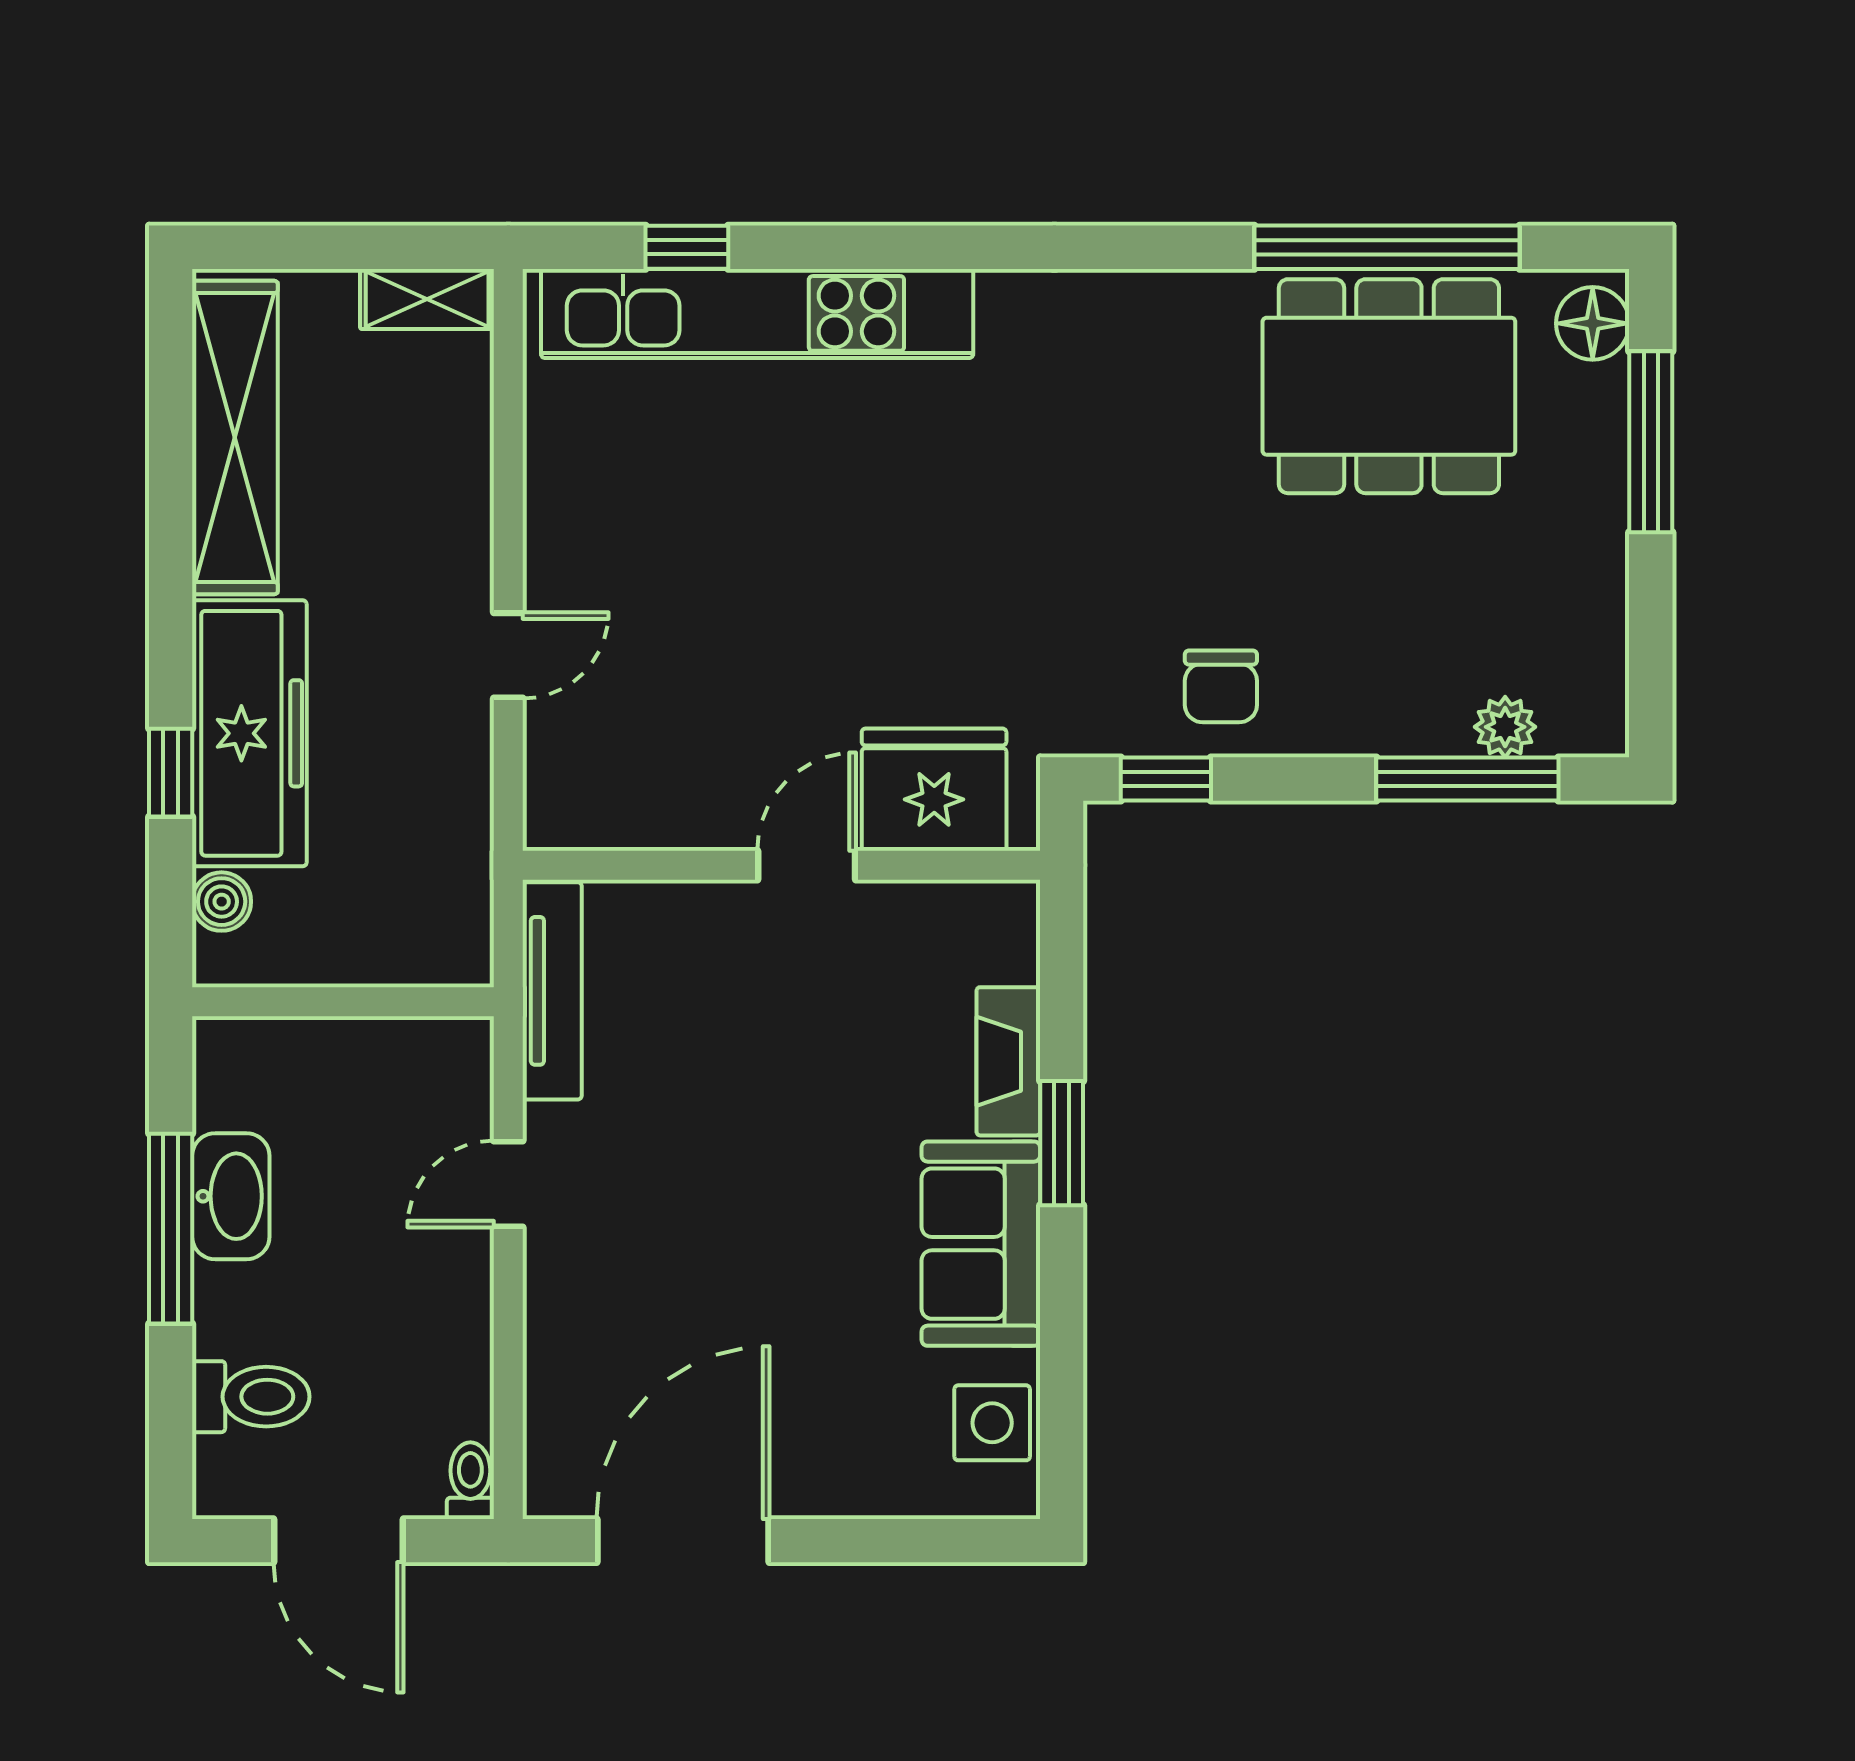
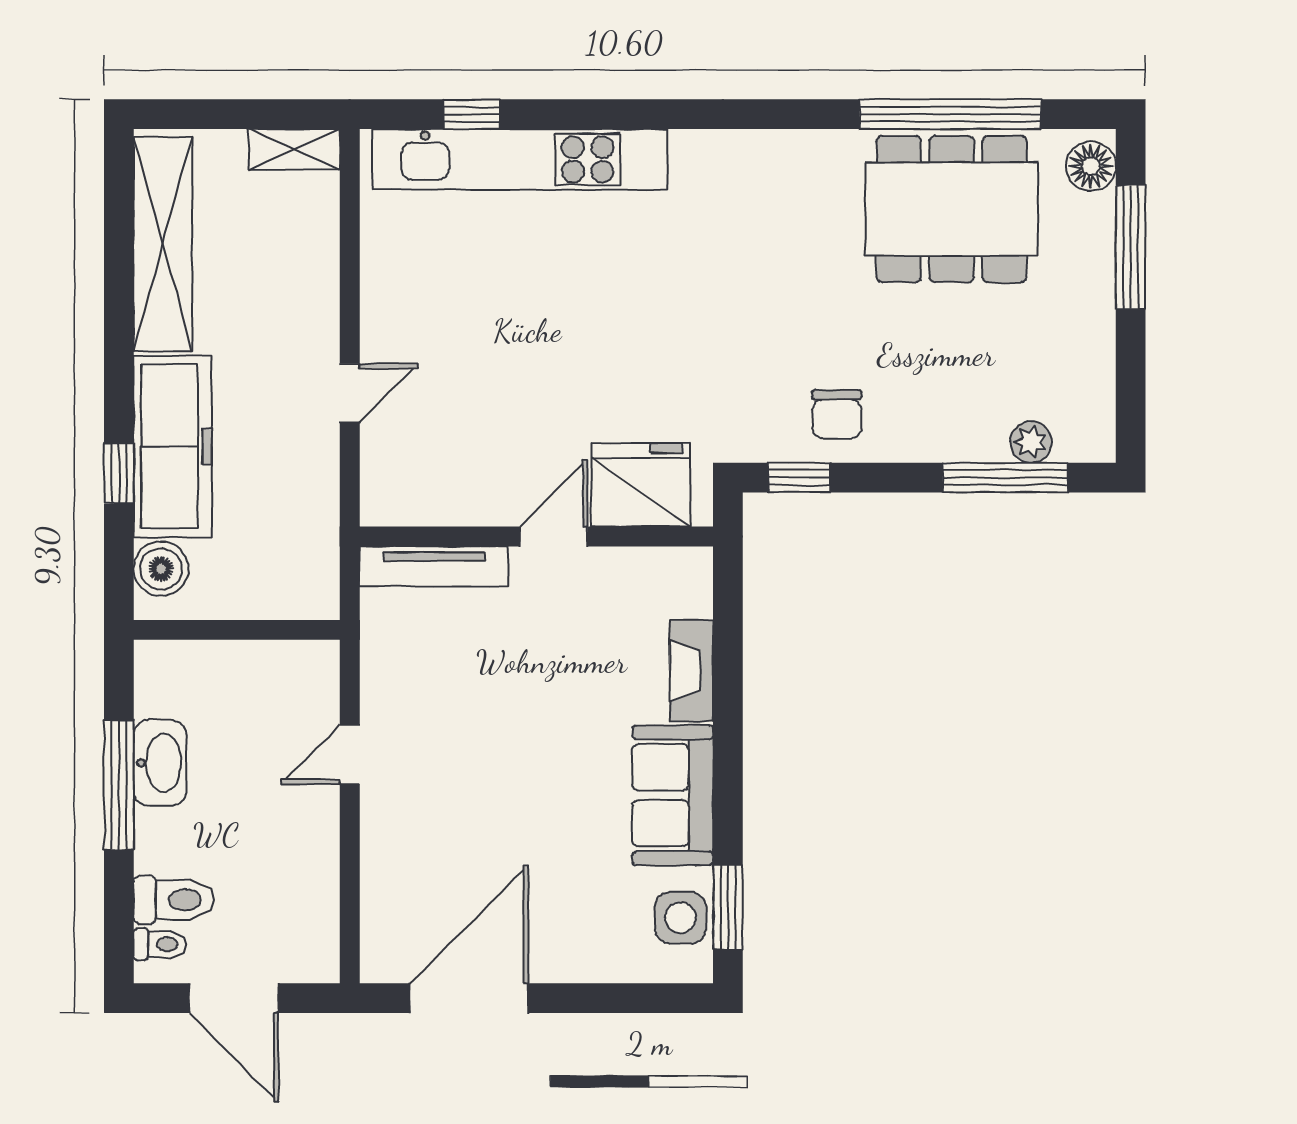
boiler: (222, 902) -> (161, 569), width x1.36, depth x1.36
tv unit: (552, 991) -> (434, 566), moved, turned 90
window: (1062, 1143) -> (728, 907), moved
toilet: (470, 1481) -> (160, 944), moved, turned 90

